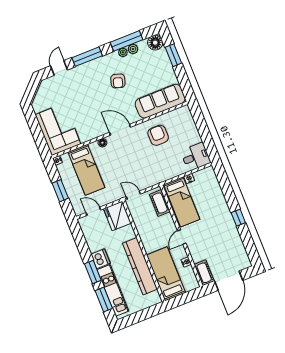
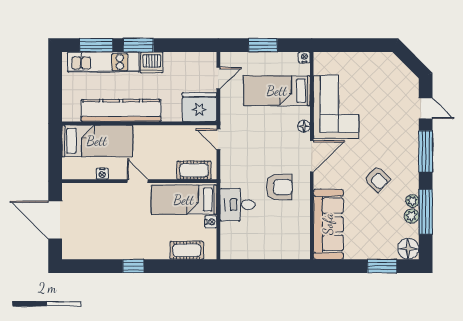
armchair: (118, 81) -> (377, 179), turned -153
corner sofa: (58, 129) -> (336, 107), moved, turned -90
armchair: (158, 135) -> (279, 187), moved
desk: (196, 157) -> (237, 205), moved, turned 90
door: (133, 195) -> (218, 139), swing flipped
cot: (204, 273) -> (187, 250), moved

